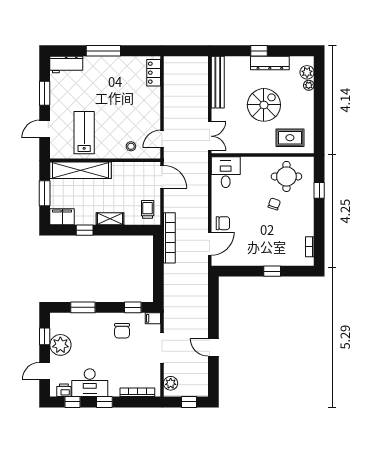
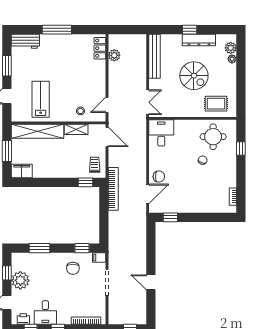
spiral stairs: (264, 105) -> (194, 76), turned 90
shelving: (110, 219) -> (76, 129), moved
window: (85, 230) -> (86, 182), moved
window: (272, 271) -> (170, 217), moved
desk: (90, 383) -> (45, 313), width x0.73
plant: (171, 383) -> (114, 55), moved

